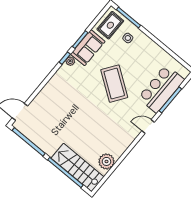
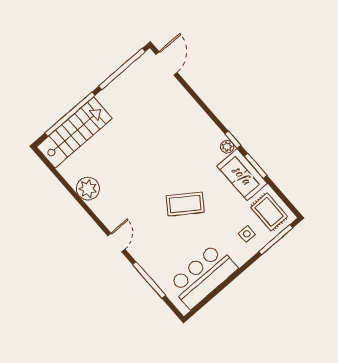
coffee table: (114, 84) -> (185, 204), width x0.73, depth x0.76
bar counter: (161, 89) -> (203, 276), moved, turned -90
plant: (106, 161) -> (88, 189), moved

